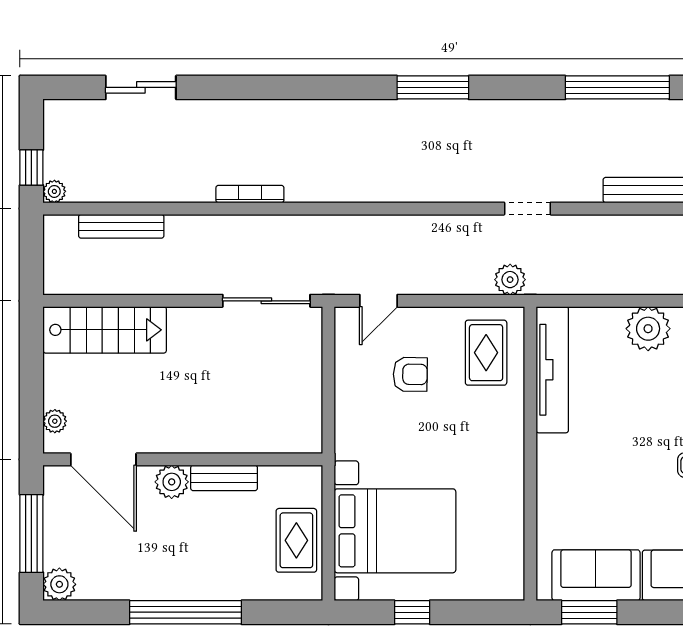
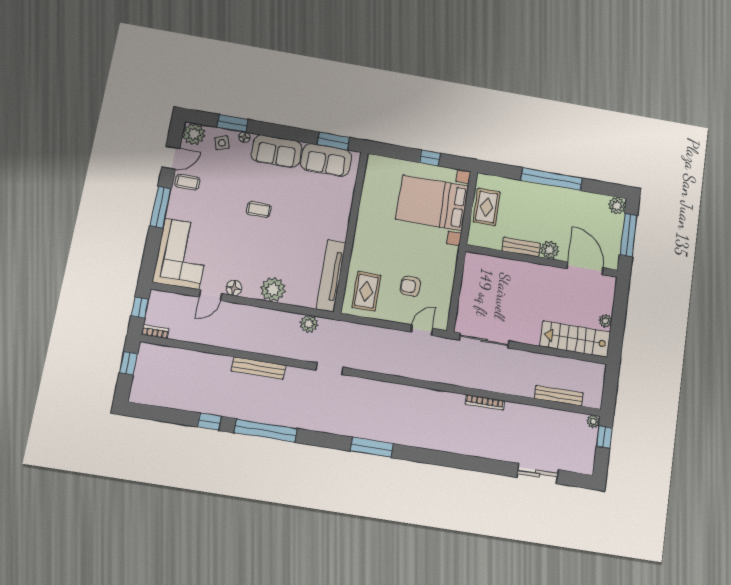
plant: (510, 280) -> (309, 324), moved
plant: (55, 421) -> (605, 321), moved

